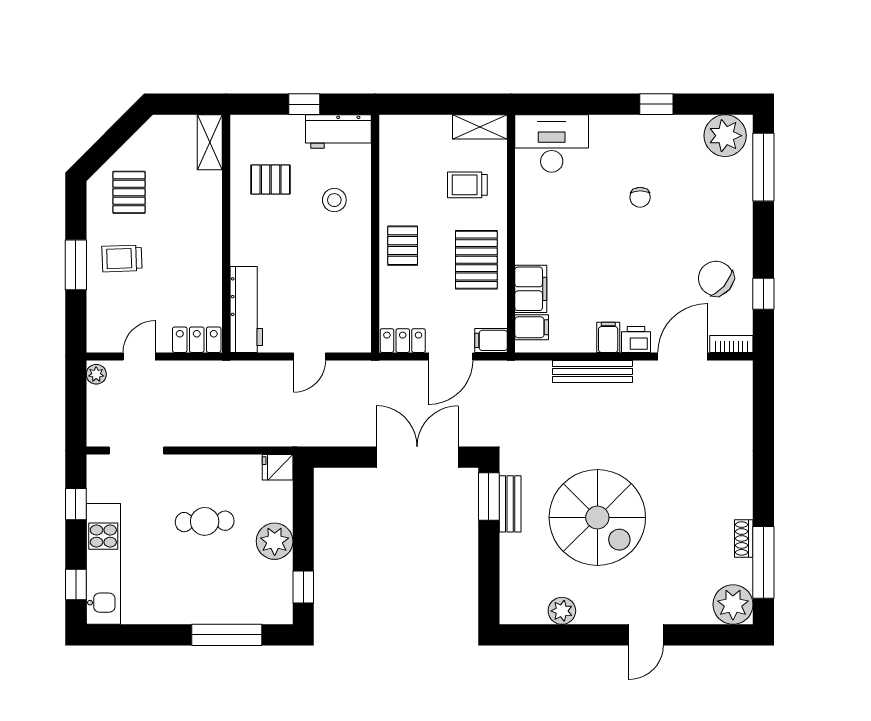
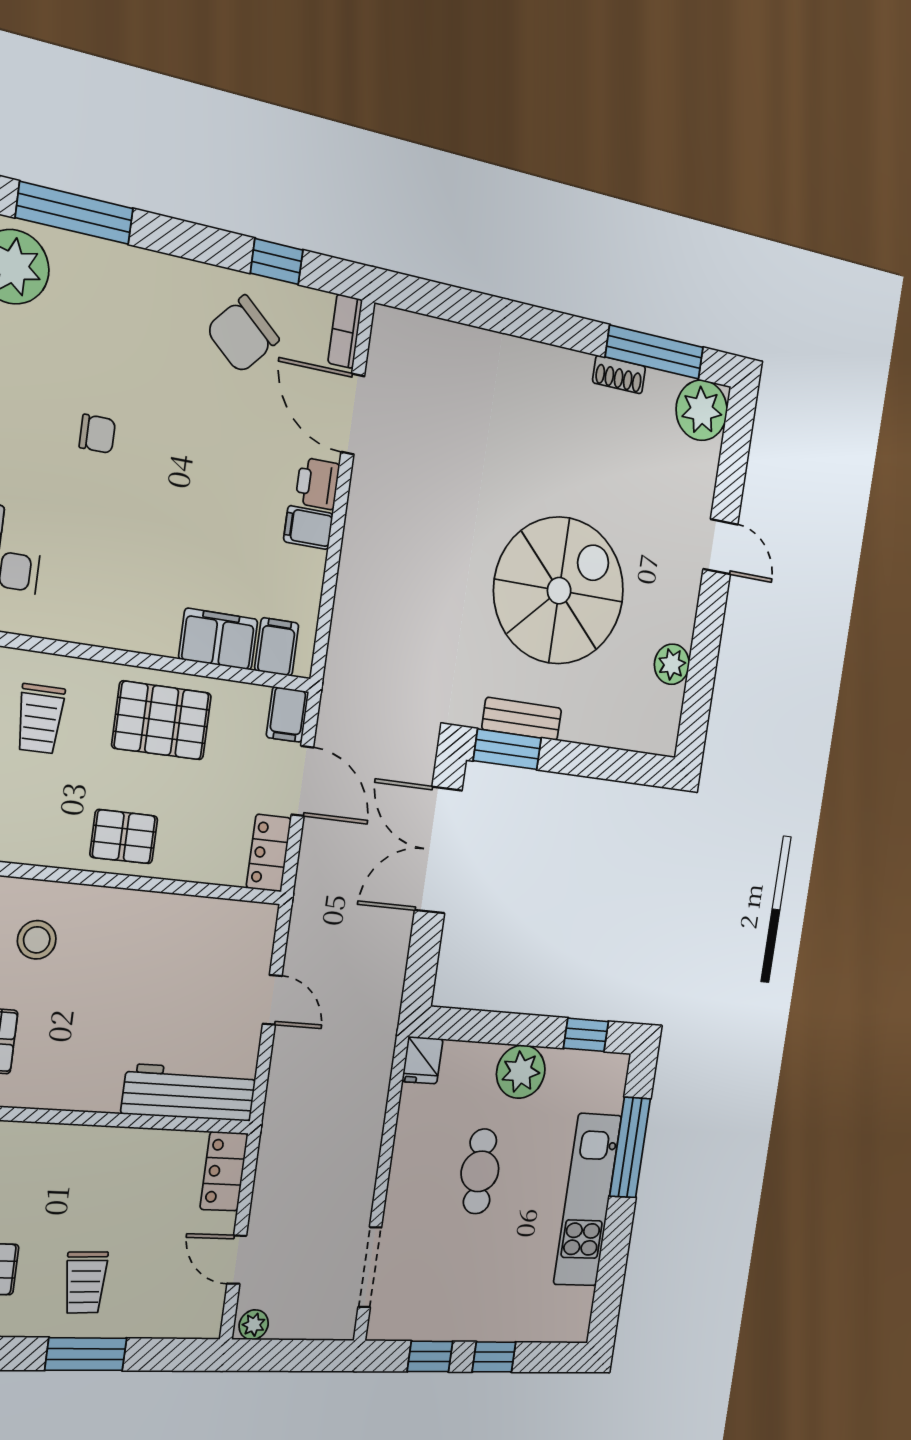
bench: (593, 372) -> (355, 562), removed
kitchen unit: (103, 564) -> (587, 1200), moved, turned -90
window: (76, 584) -> (494, 1357), moved

